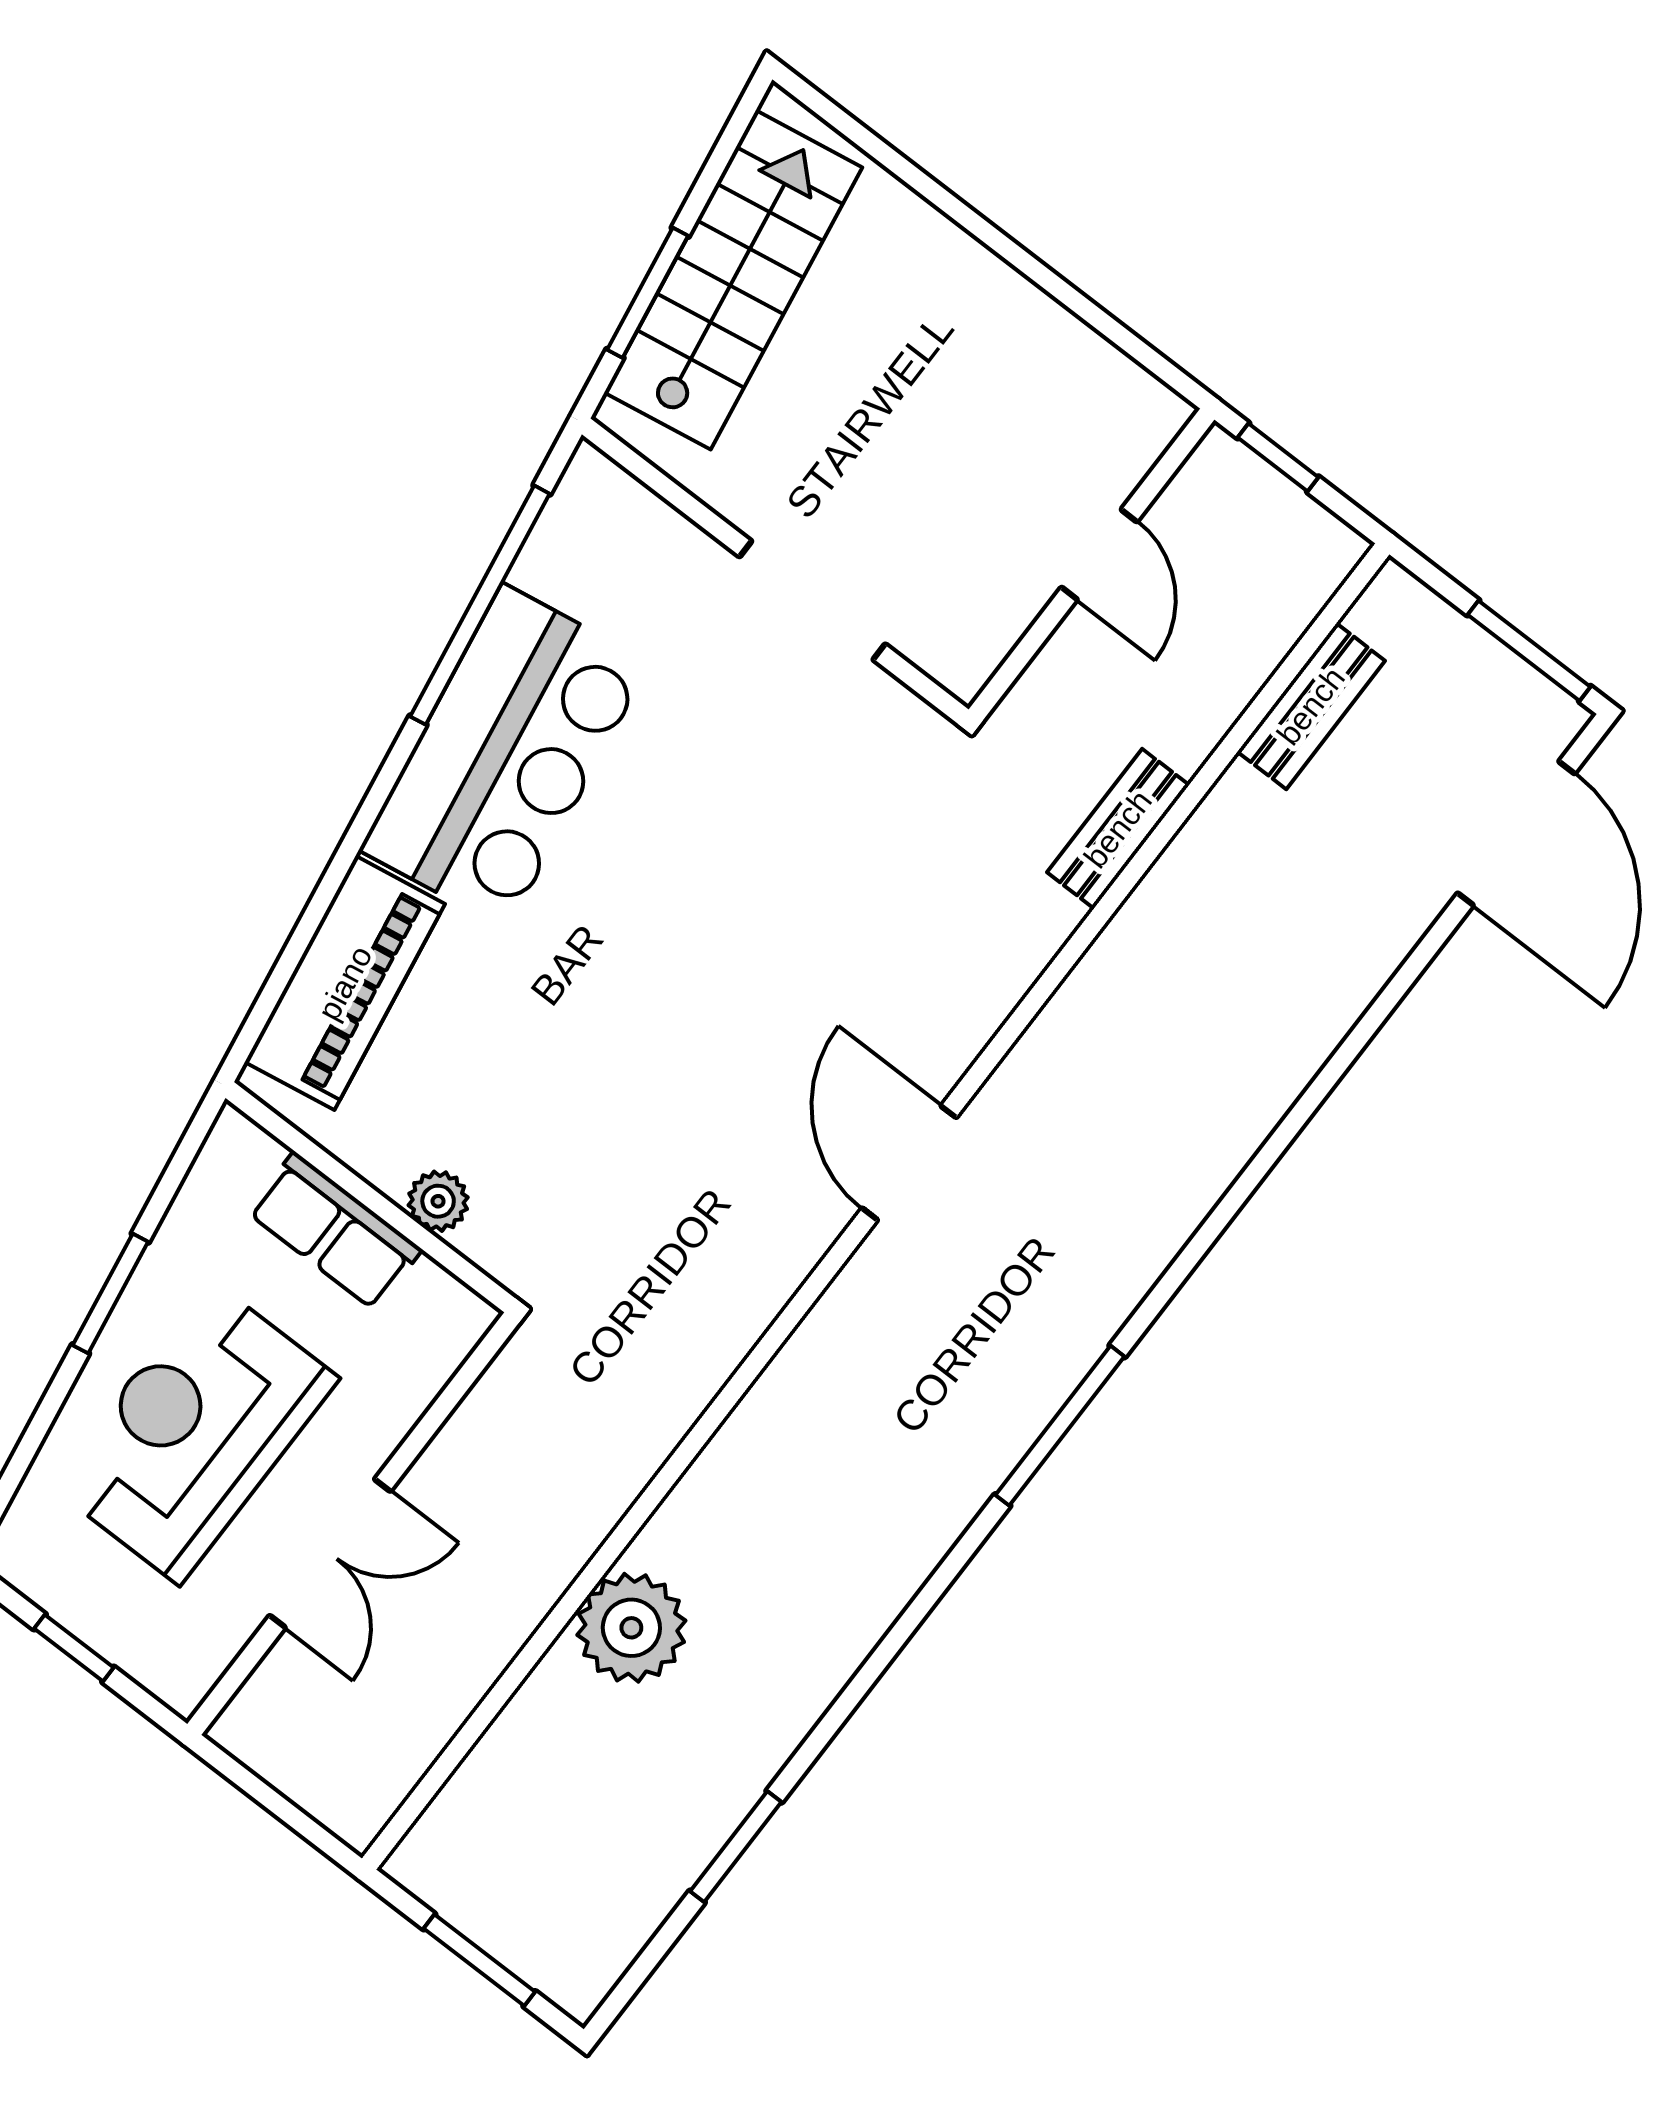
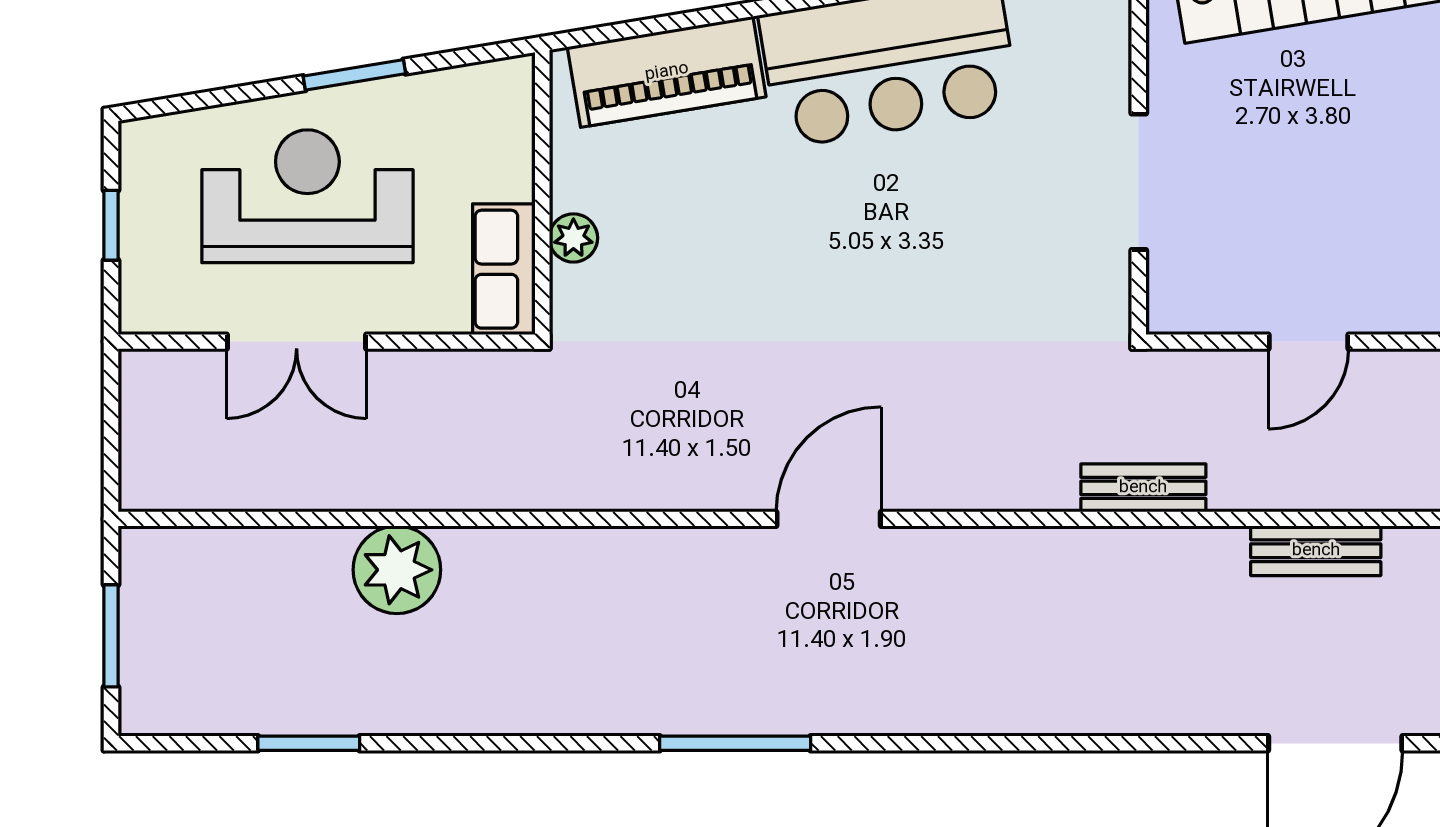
row of seats: (335, 1231) -> (504, 269), moved

